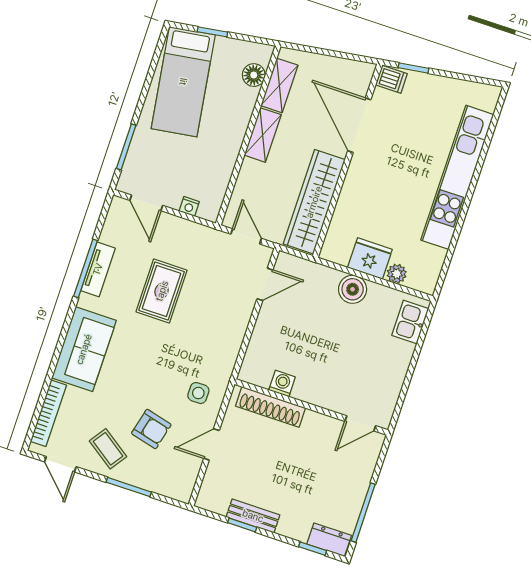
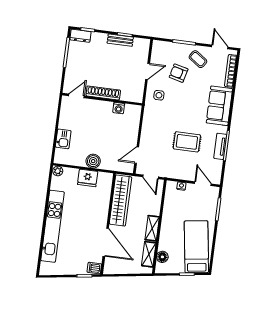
plant: (397, 274) -> (58, 171), moved
rug: (162, 291) -> (187, 142), turned 90
kitchen sink: (410, 322) -> (63, 139), moved
shoe rack: (271, 407) -> (103, 93), moved

